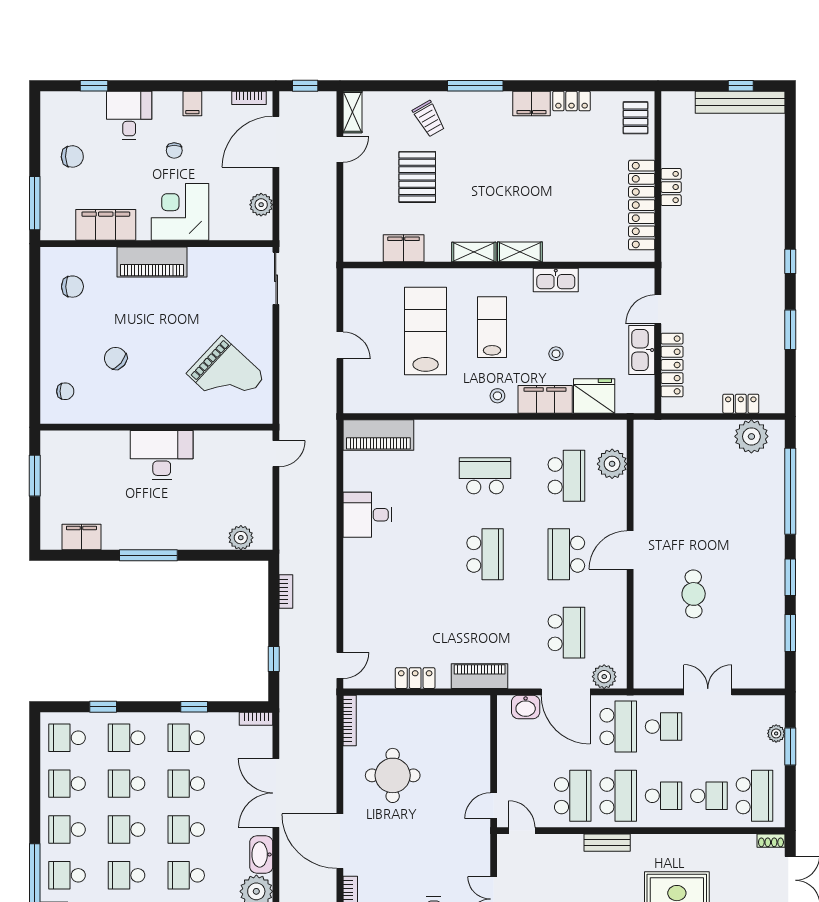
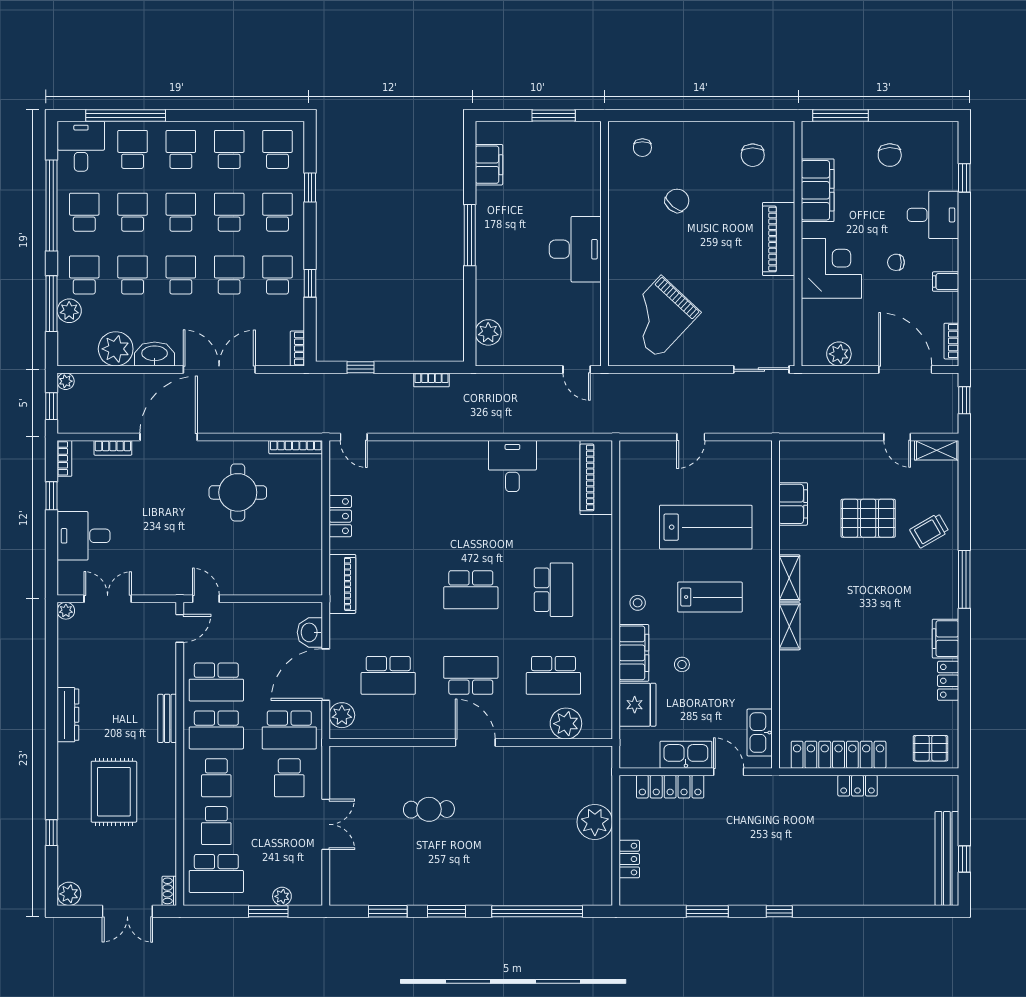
kitchen sink: (556, 280) -> (760, 733), moved
plant: (751, 436) -> (595, 822), moved

